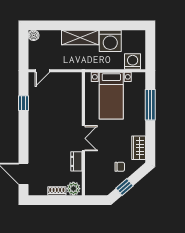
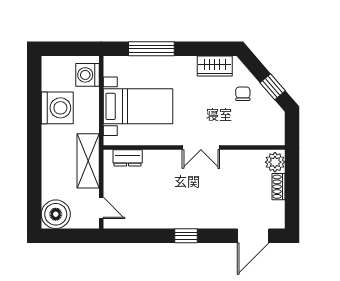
boiler: (34, 35) -> (56, 214), width x1.86, depth x1.86
shelving: (80, 38) -> (88, 161), moved
window: (24, 103) -> (186, 236), moved
double door: (83, 138) -> (201, 148), swing flipped
dresser: (76, 161) -> (128, 158), moved

